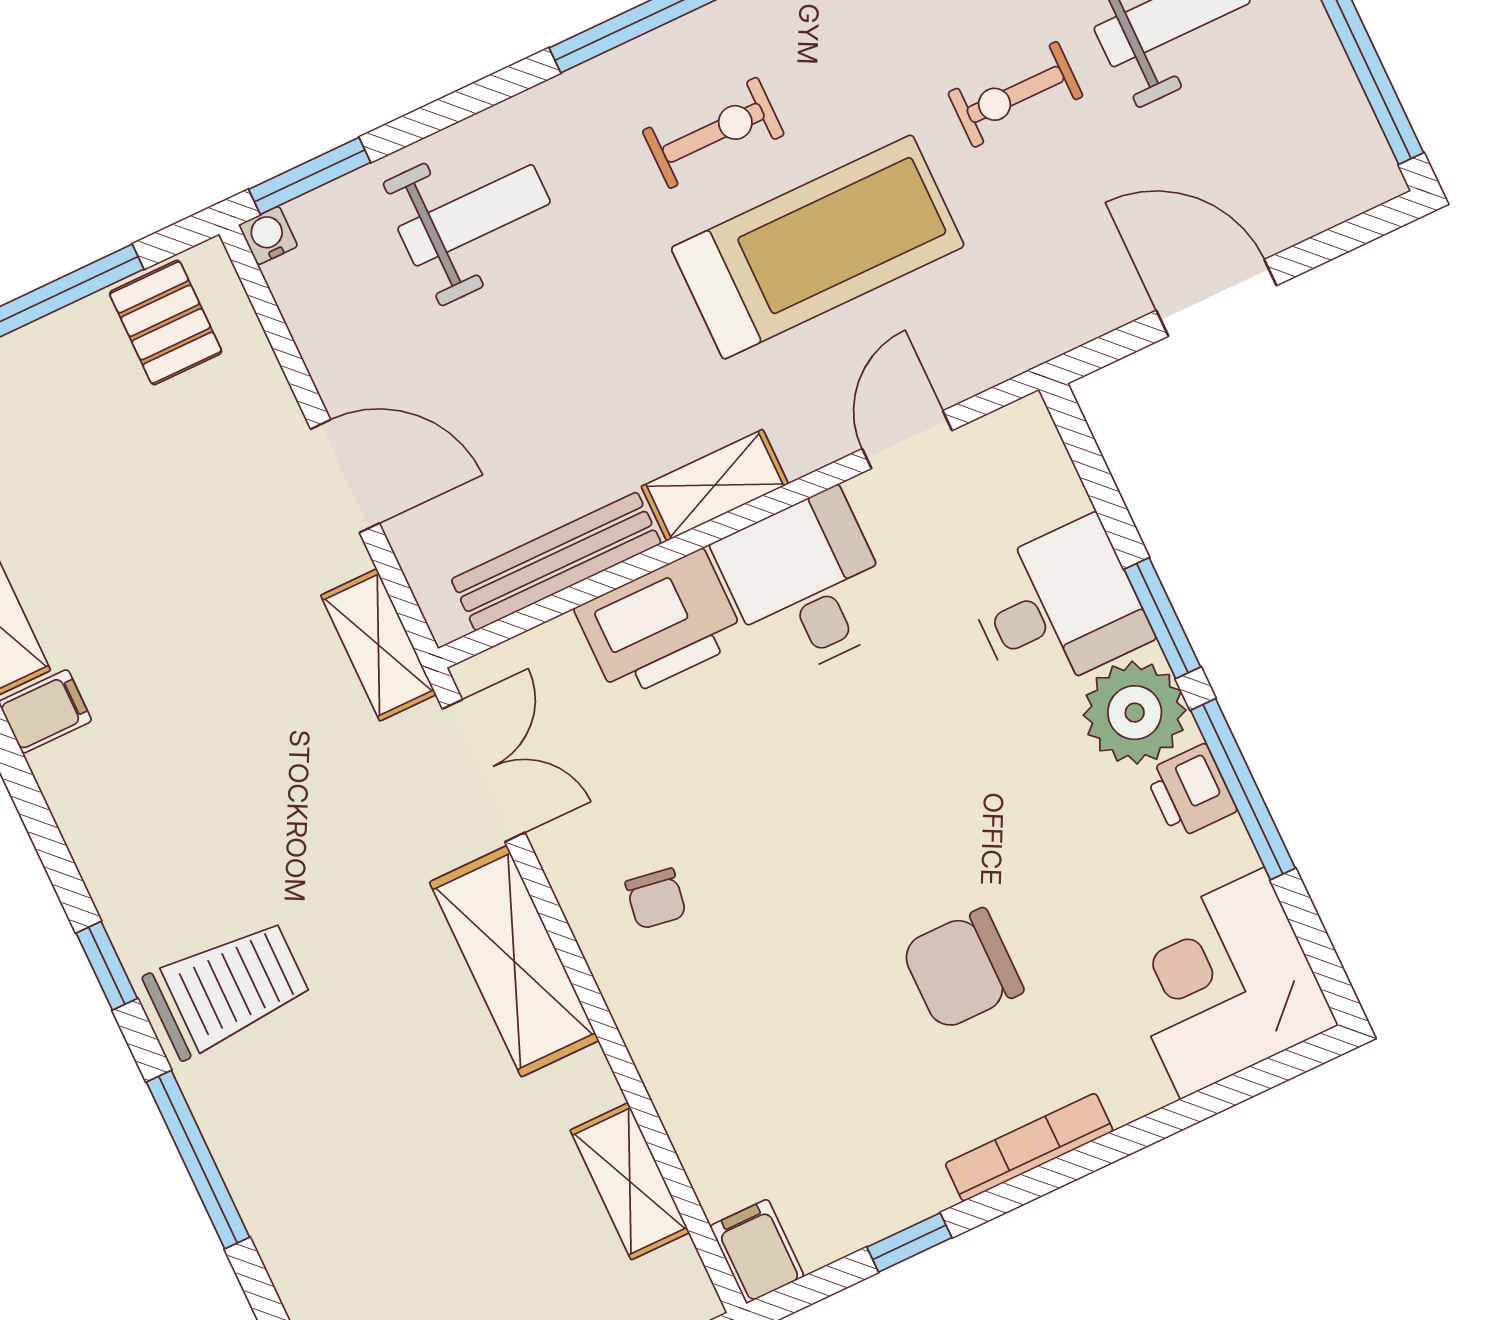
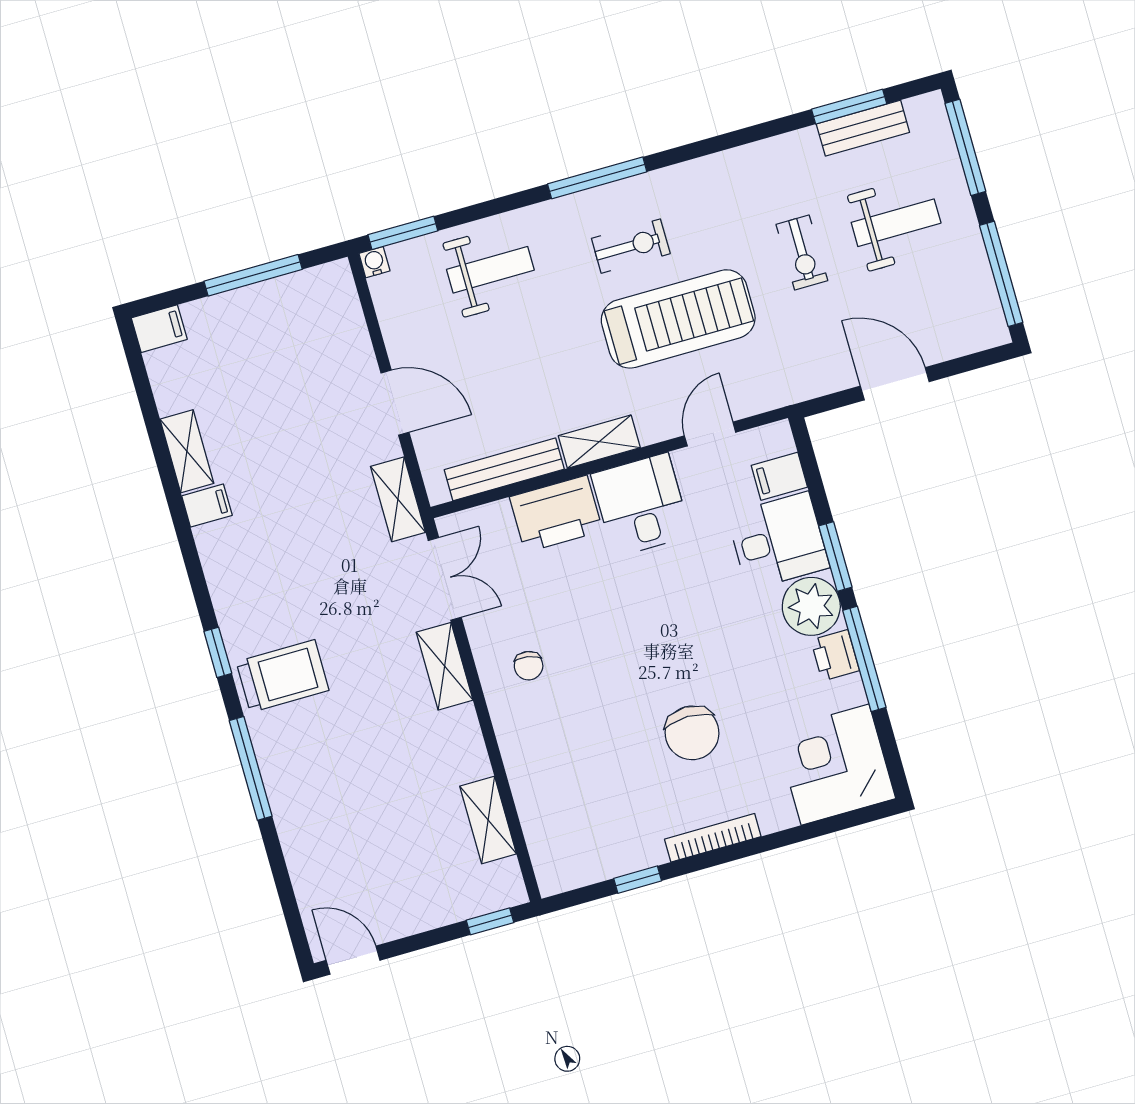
exercise bike: (1015, 94) -> (802, 252), turned -90
pallet: (166, 322) -> (310, 301), removed
shelving: (514, 961) -> (445, 666), width x0.67, depth x0.75
chair: (962, 969) -> (692, 733), turned -90
filing cabinet: (757, 1251) -> (779, 476), moved, turned -90

